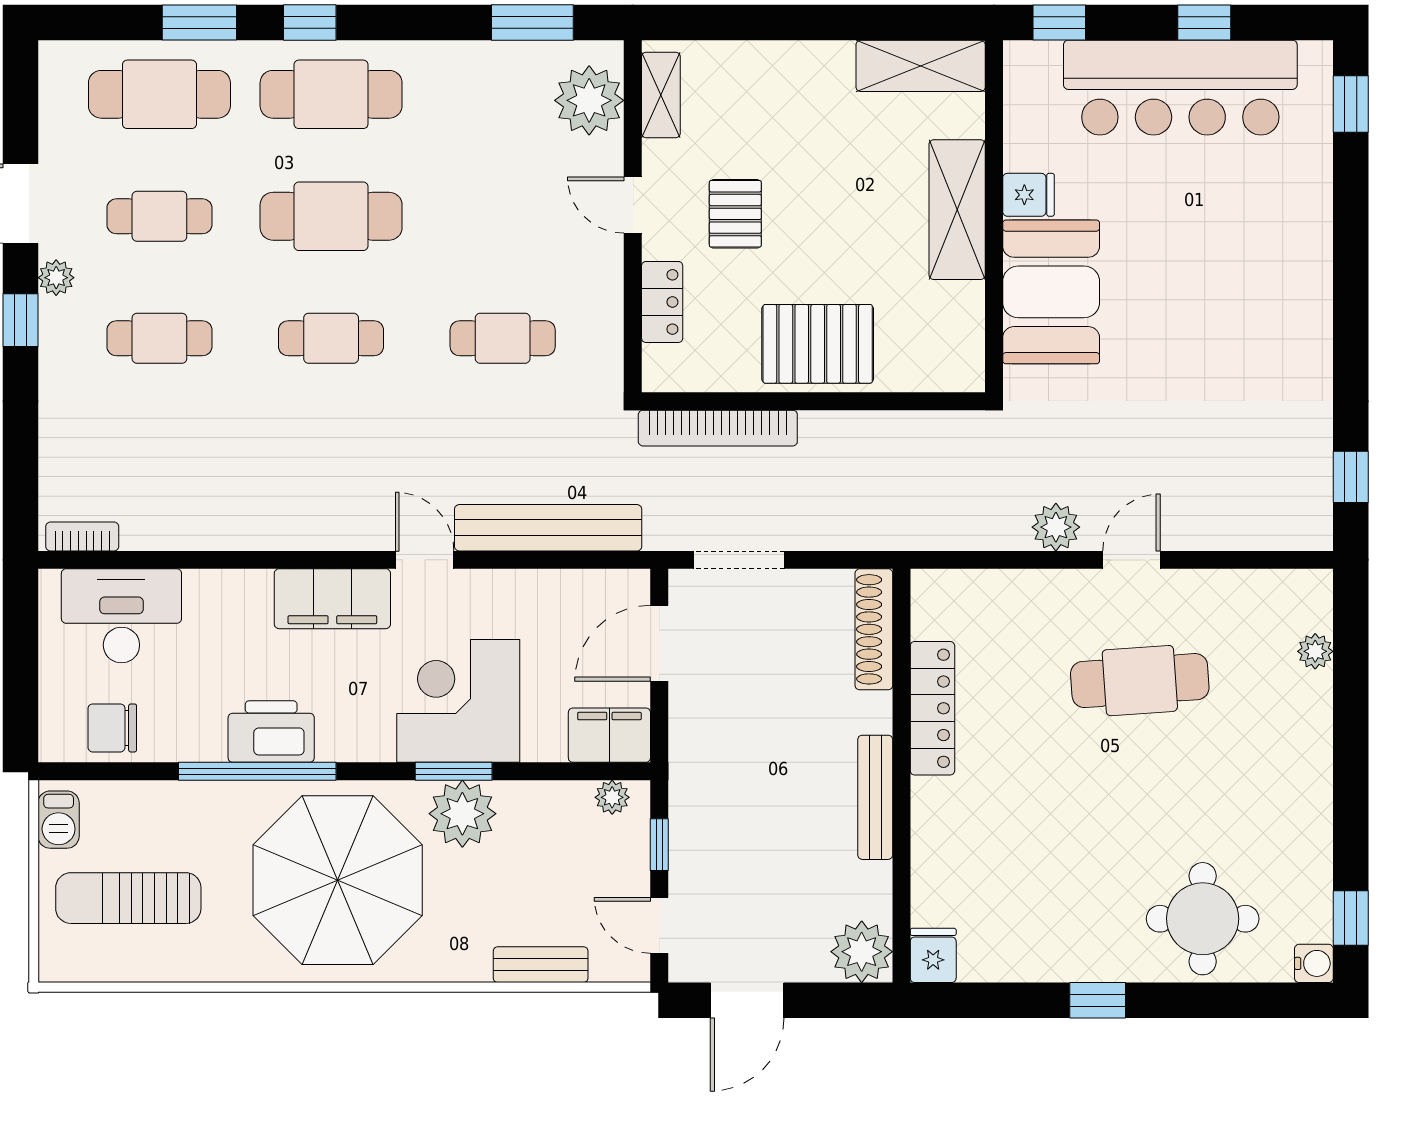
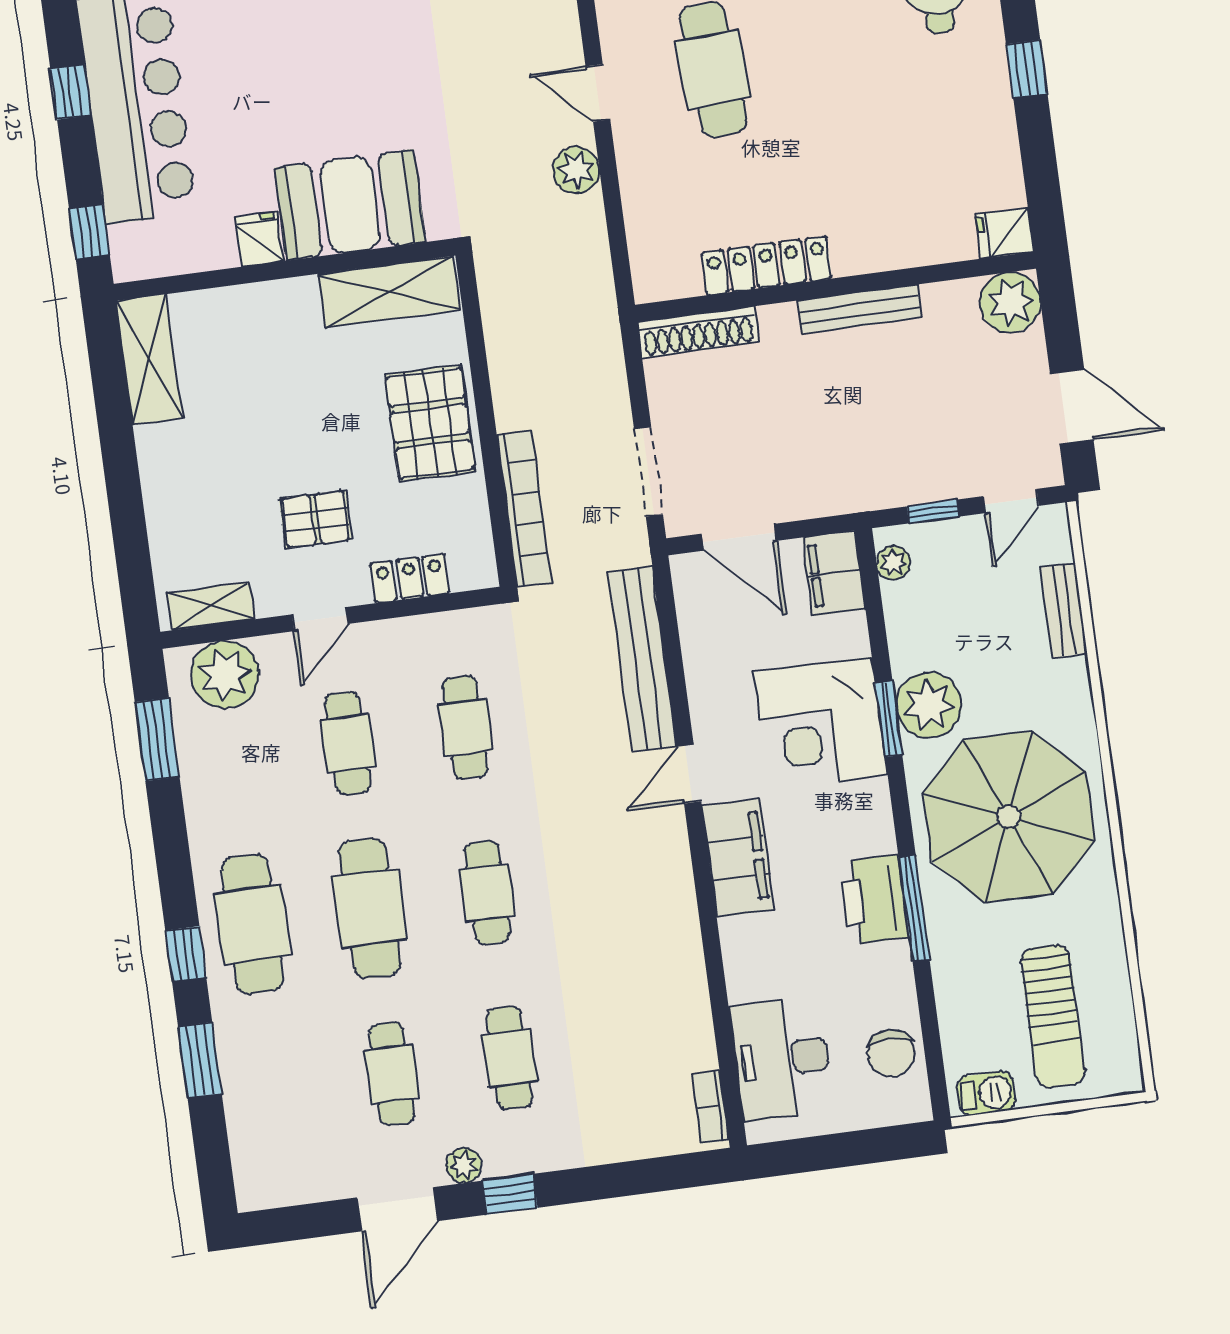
cafe table: (159, 94) -> (348, 743), moved, width x0.73, depth x0.74
shelving: (957, 210) -> (389, 292), moved
window: (257, 771) -> (914, 908), width x0.68

